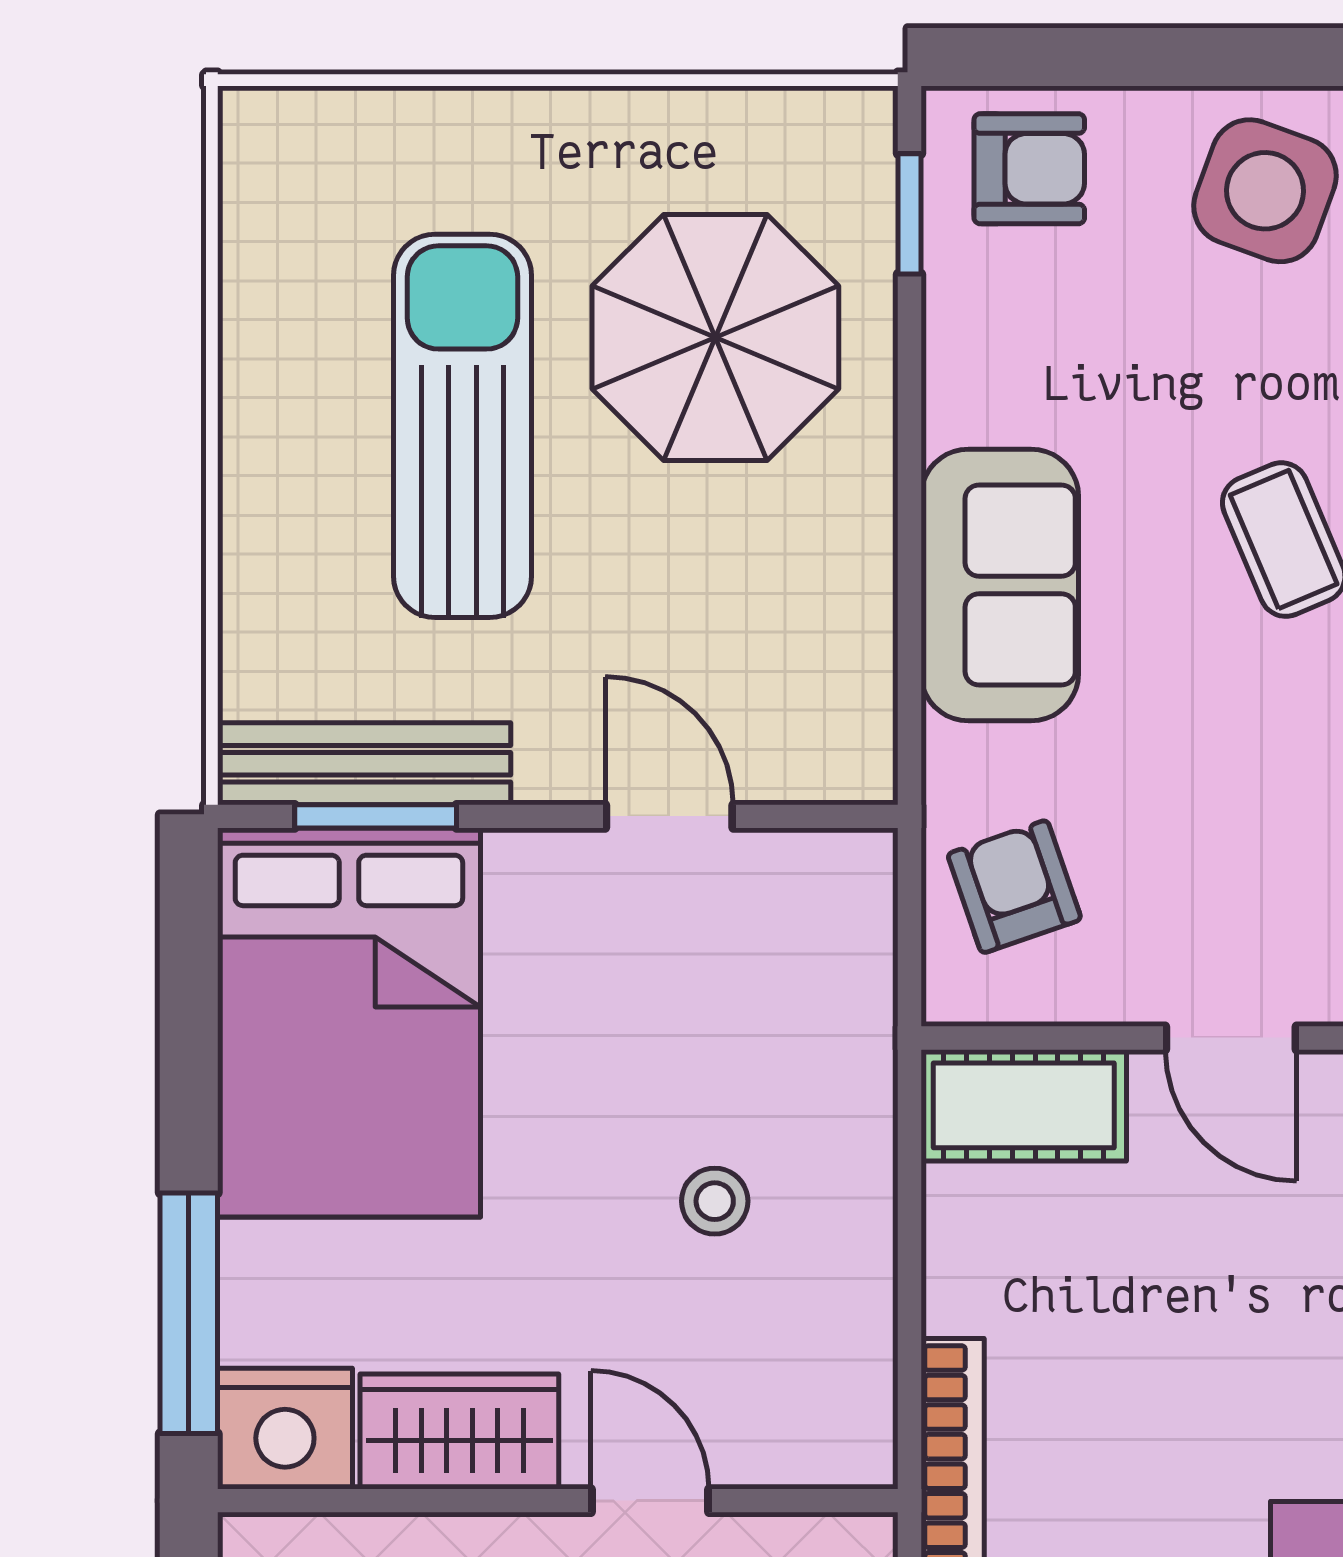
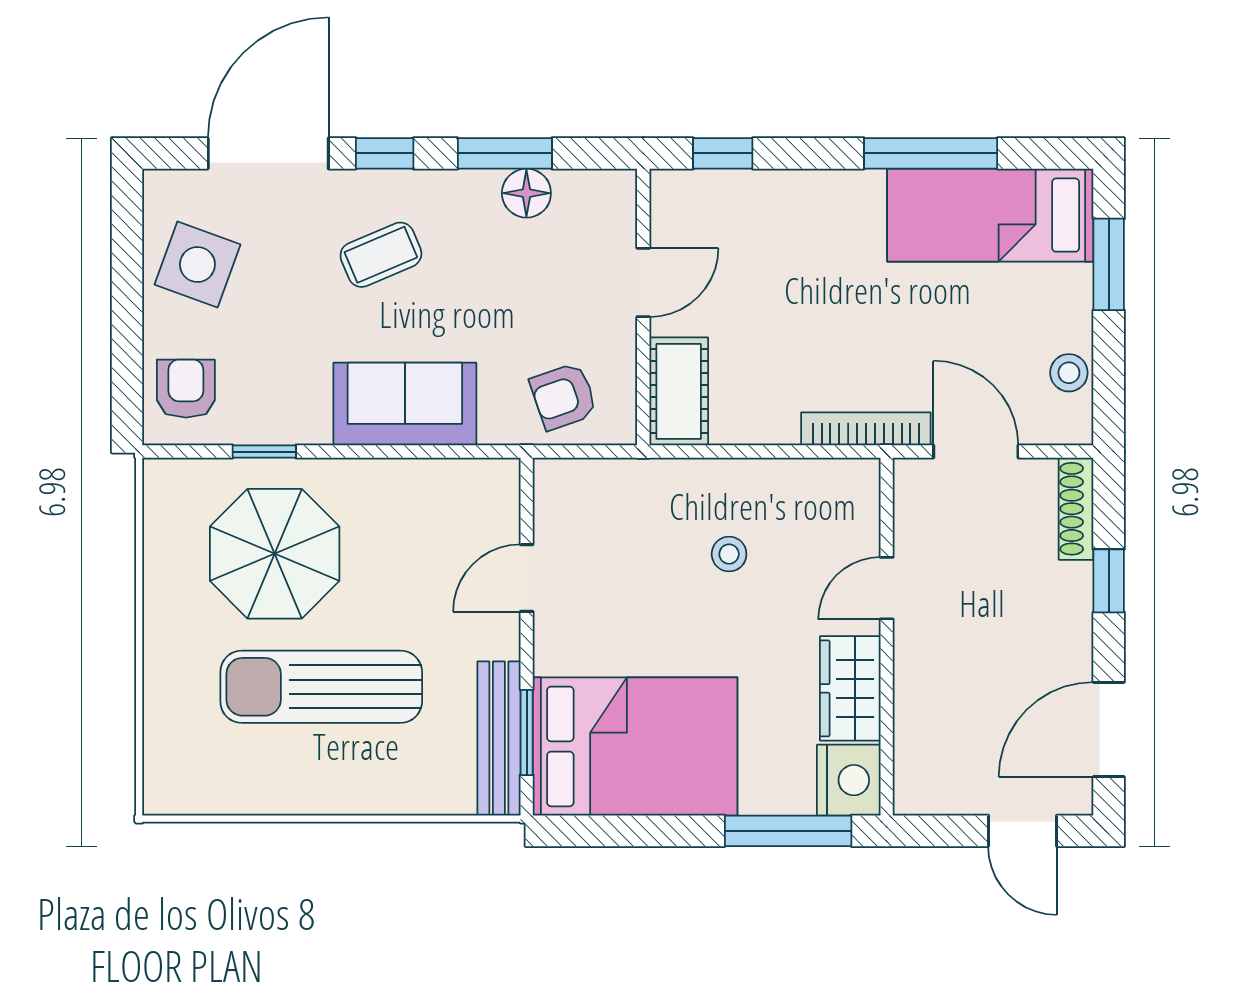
window: (910, 214) -> (264, 452), moved

